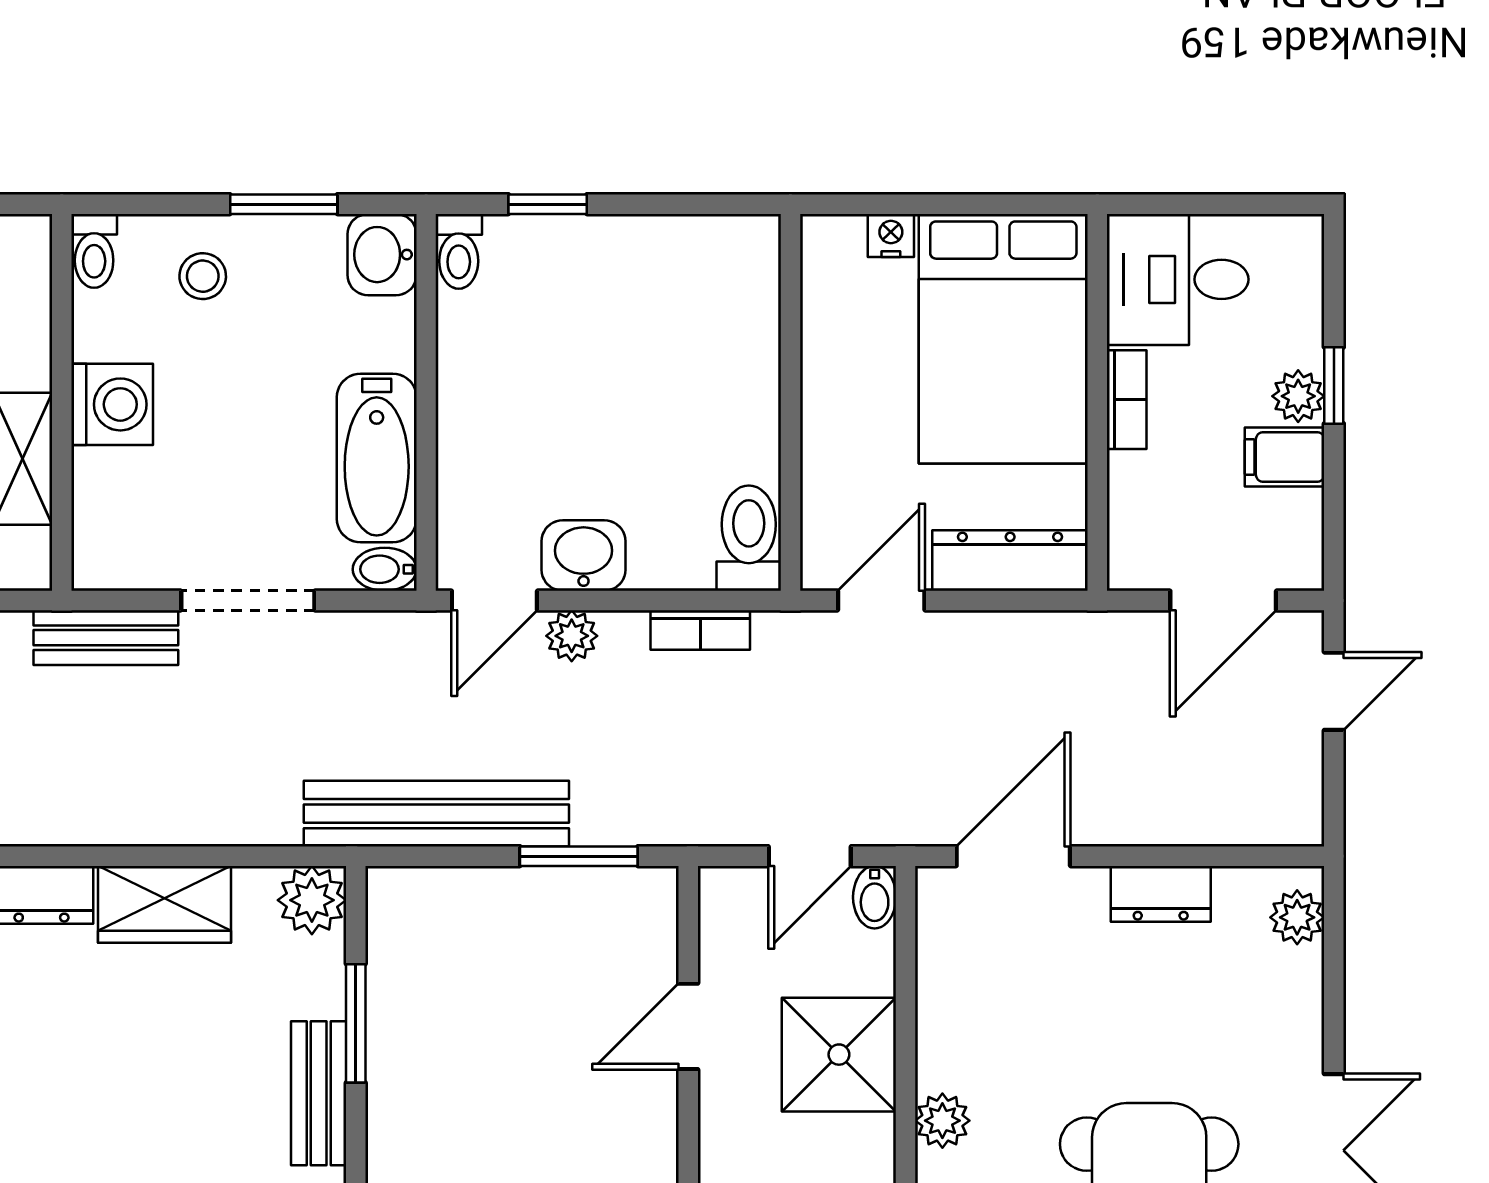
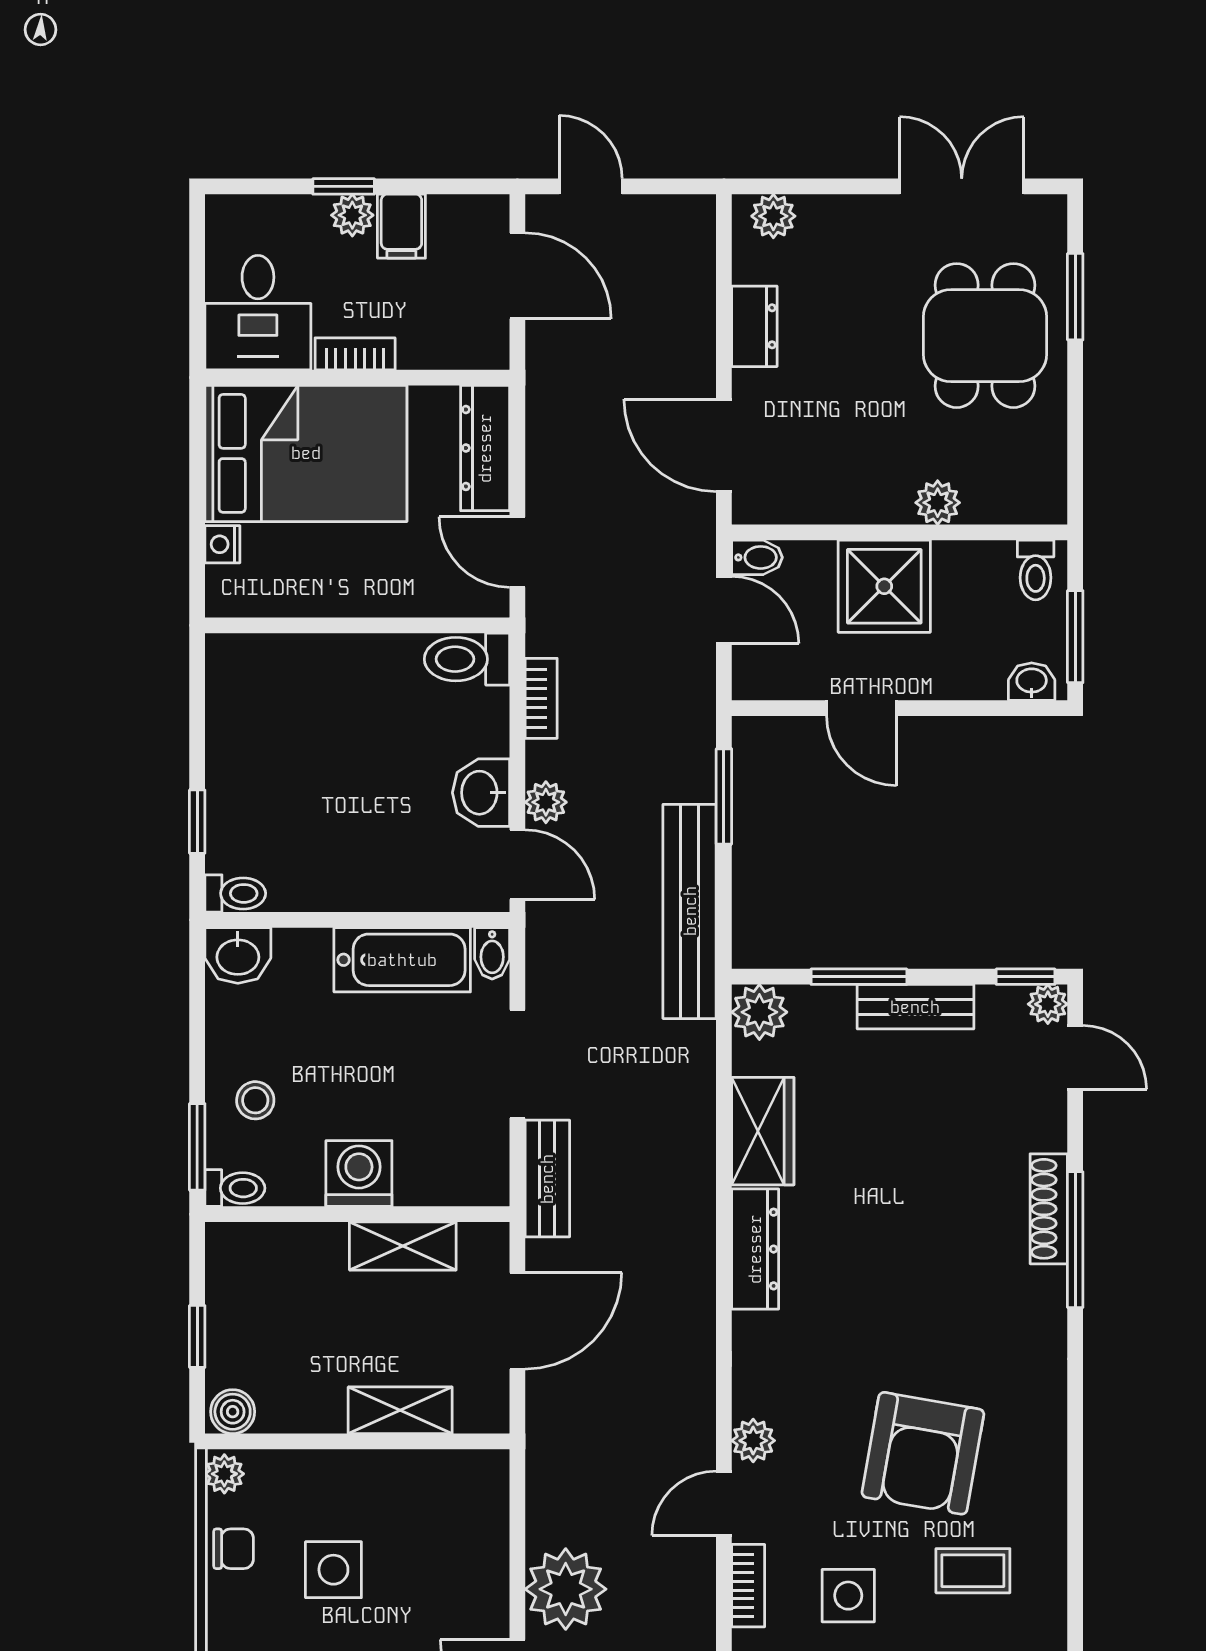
window: (284, 204) -> (197, 1147), moved

